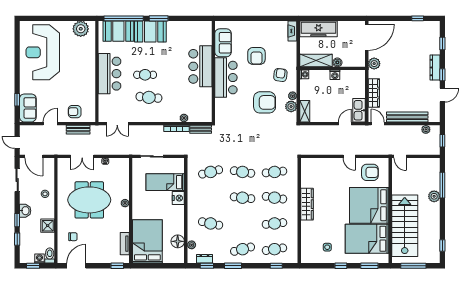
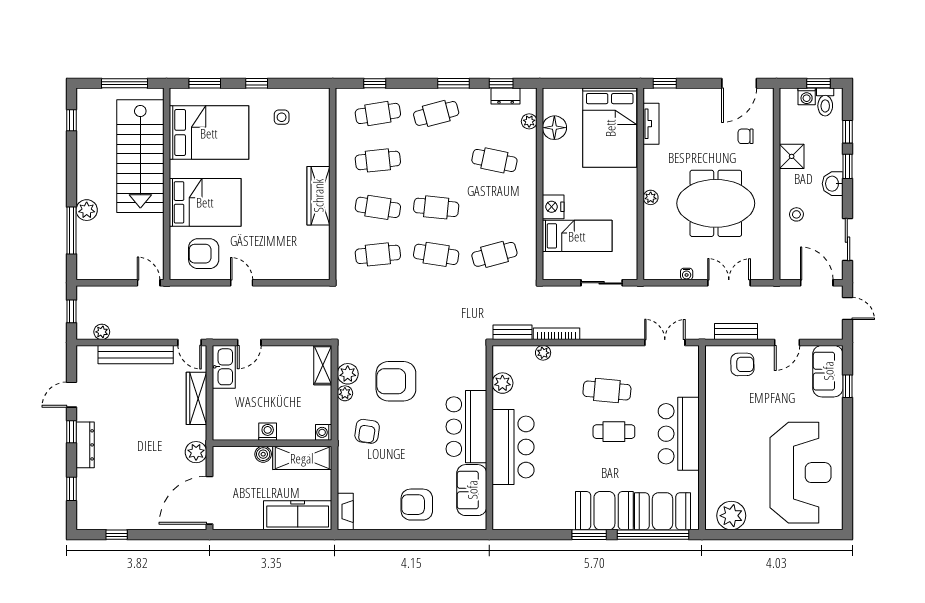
armchair: (256, 56) -> (417, 505), moved, turned -90
plant: (206, 101) -> (502, 383), added
bed: (369, 205) -> (205, 202), width x0.73
toilet: (50, 255) -> (825, 102), moved

